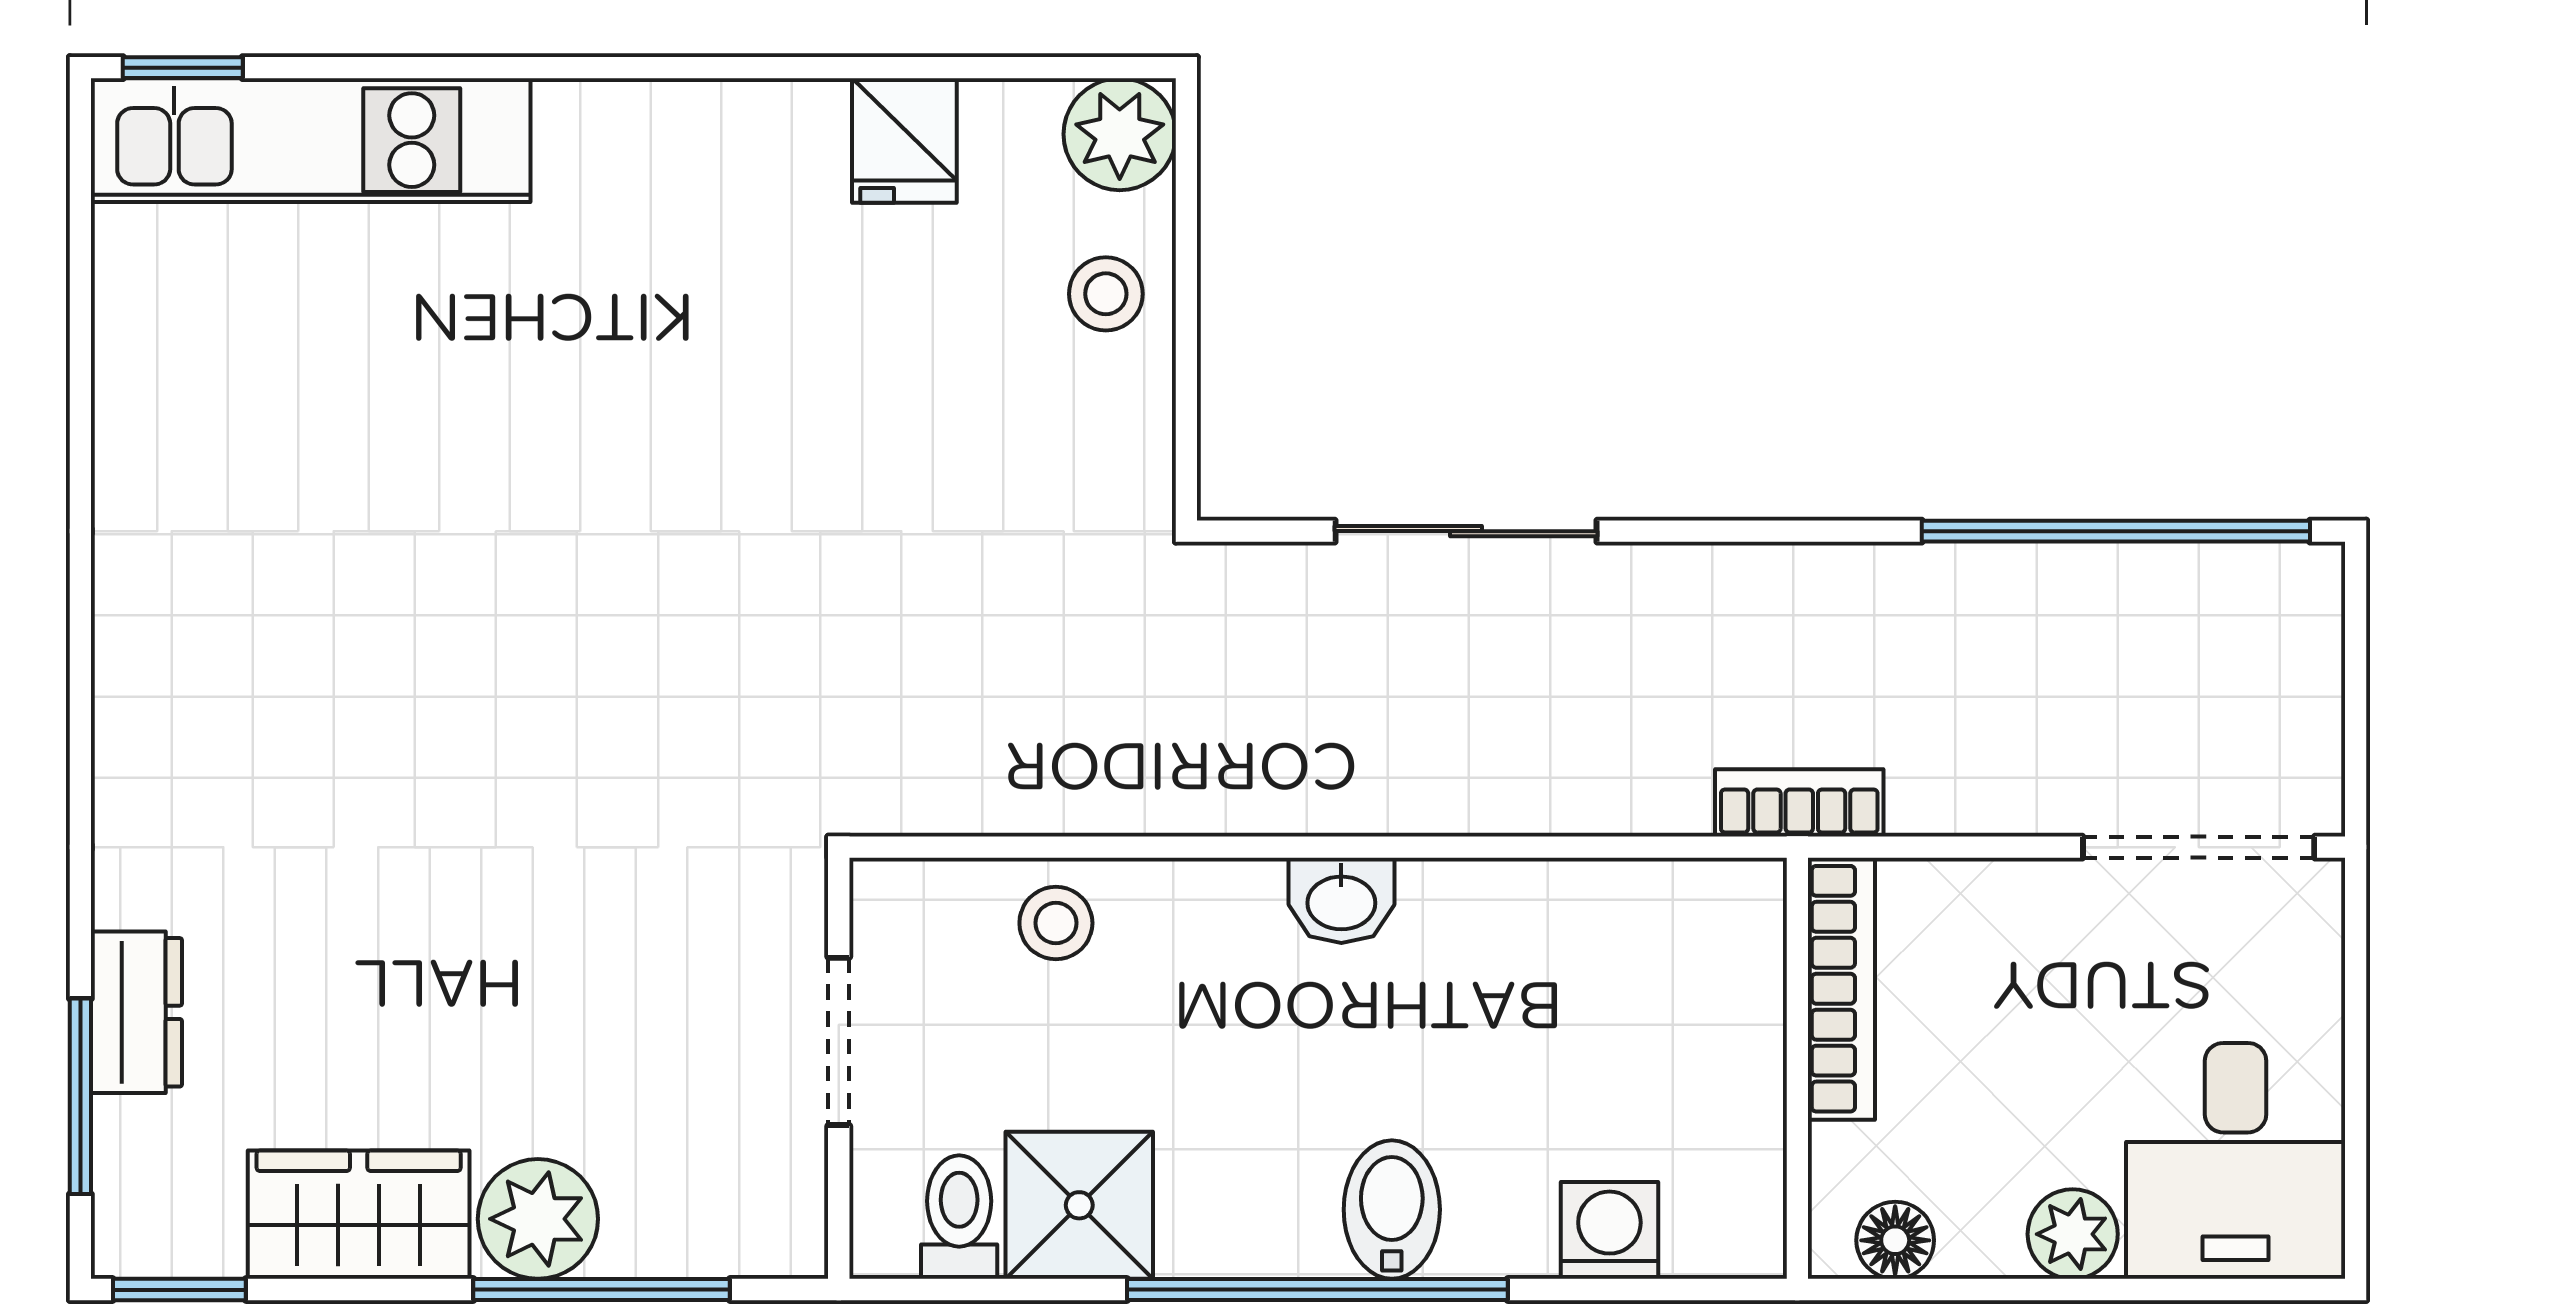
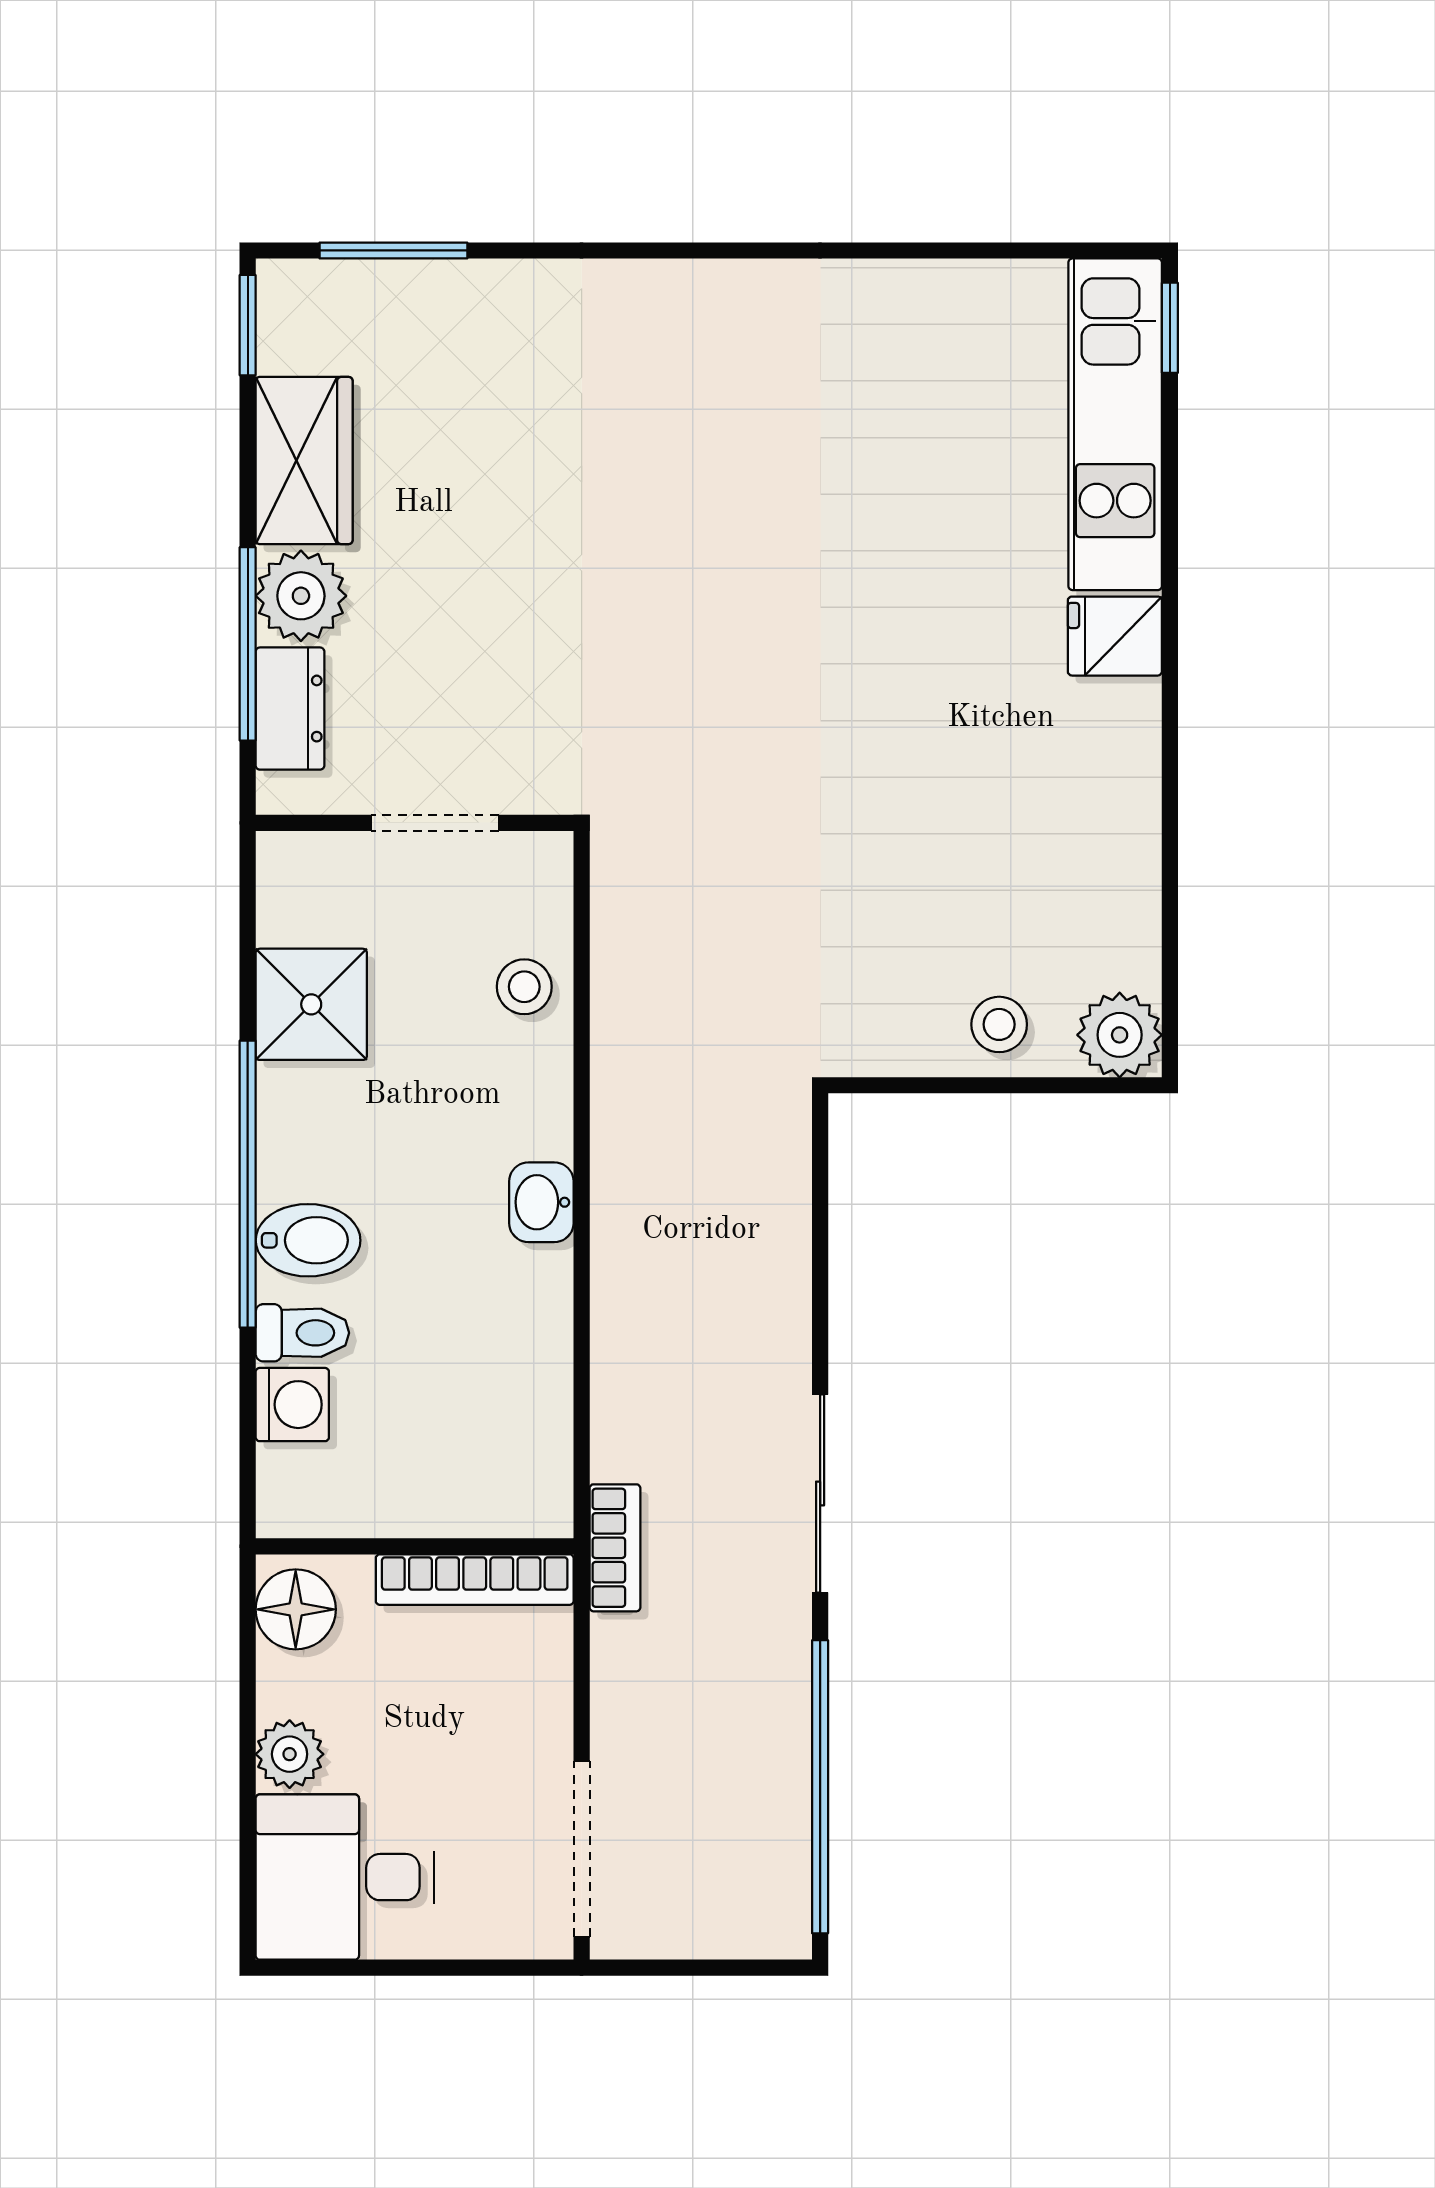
fridge: (904, 141) -> (1115, 636), moved
sliding door: (1466, 531) -> (820, 1493), moved
dresser: (136, 1012) -> (290, 709), moved, turned -90
toilet: (959, 1217) -> (302, 1333), moved
floor lamp: (1895, 1240) -> (296, 1609), width x1.37, depth x1.37

